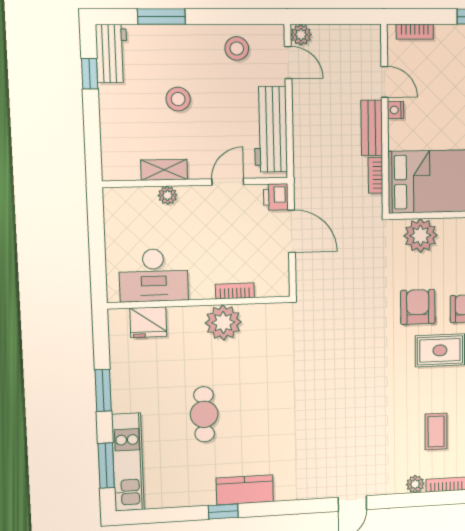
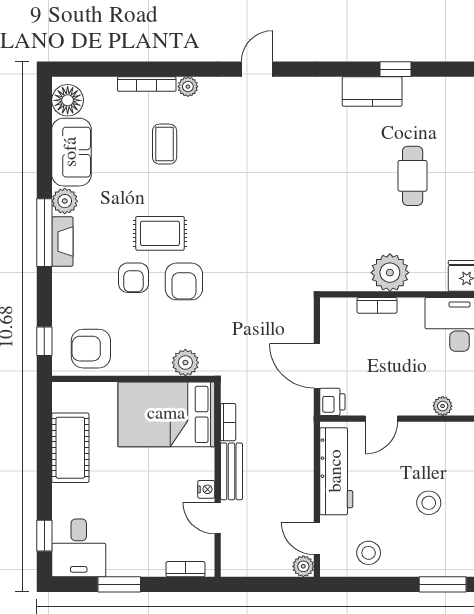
shelving: (164, 170) -> (445, 432), removed
plant: (420, 236) -> (185, 363), width x0.73, depth x0.73

